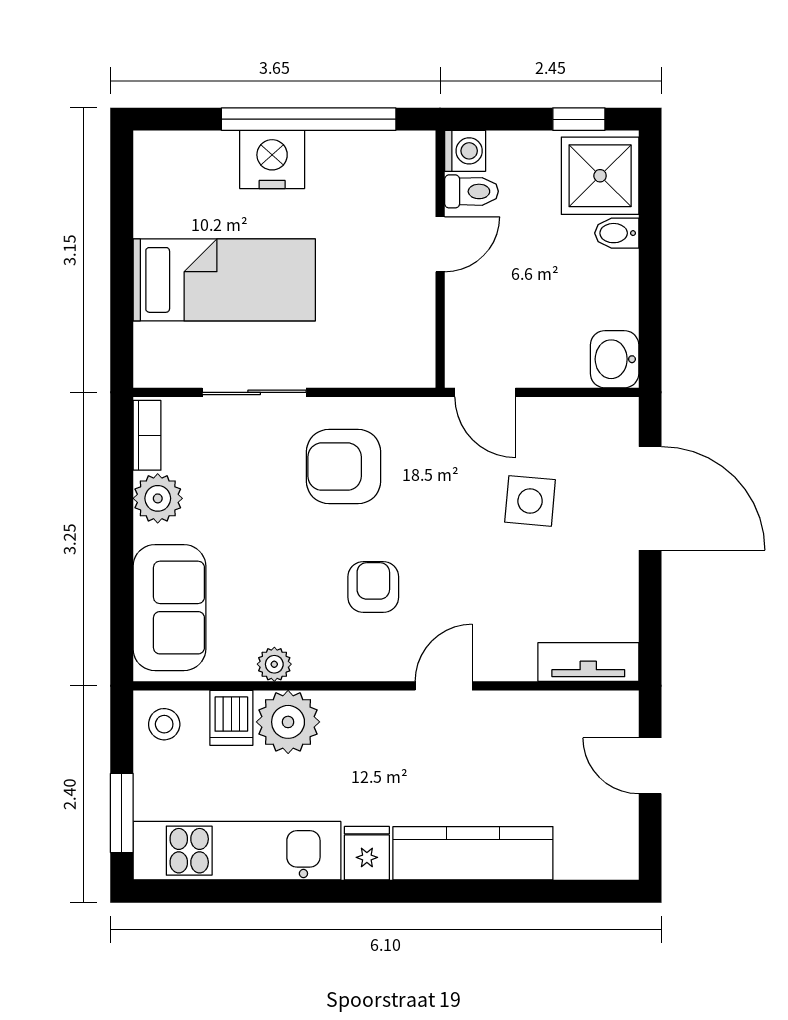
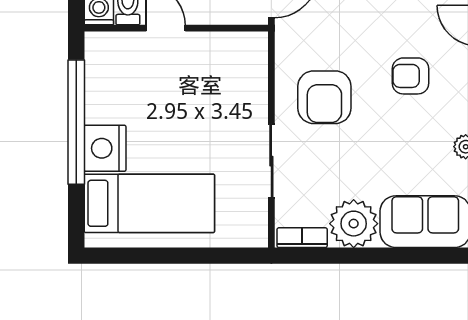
bed: (224, 280) -> (149, 203), moved, turned 90
plant: (158, 498) -> (354, 224), width x1.36, depth x1.36

